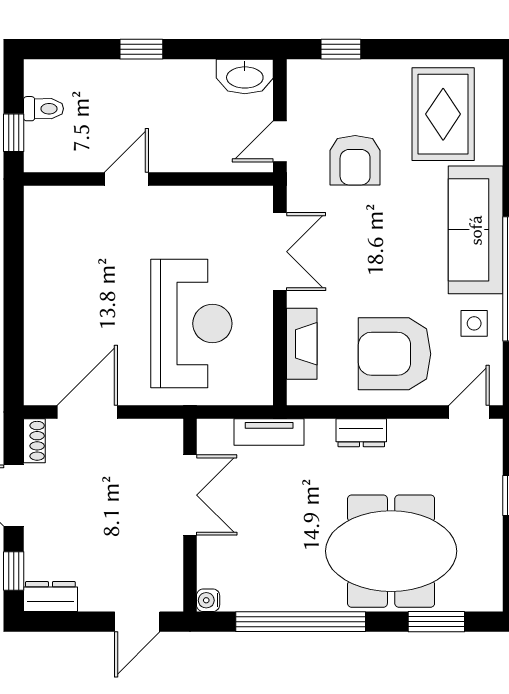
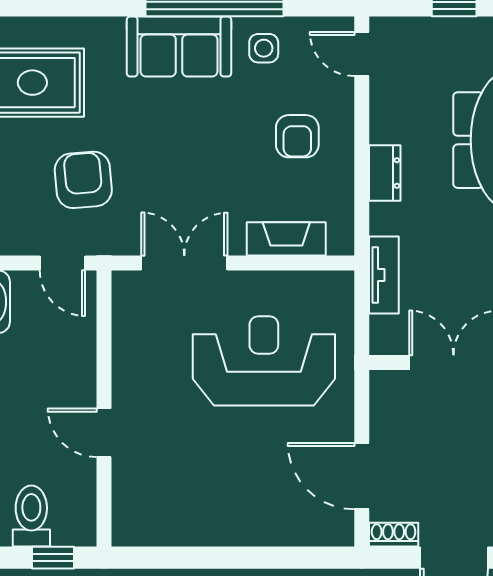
toilet: (43, 109) -> (31, 516), width x1.37, depth x1.39
armchair: (355, 160) -> (83, 180), turned -95
sofa: (476, 230) -> (179, 46), width x0.73
armchair: (395, 354) -> (297, 136), width x0.53, depth x0.53

